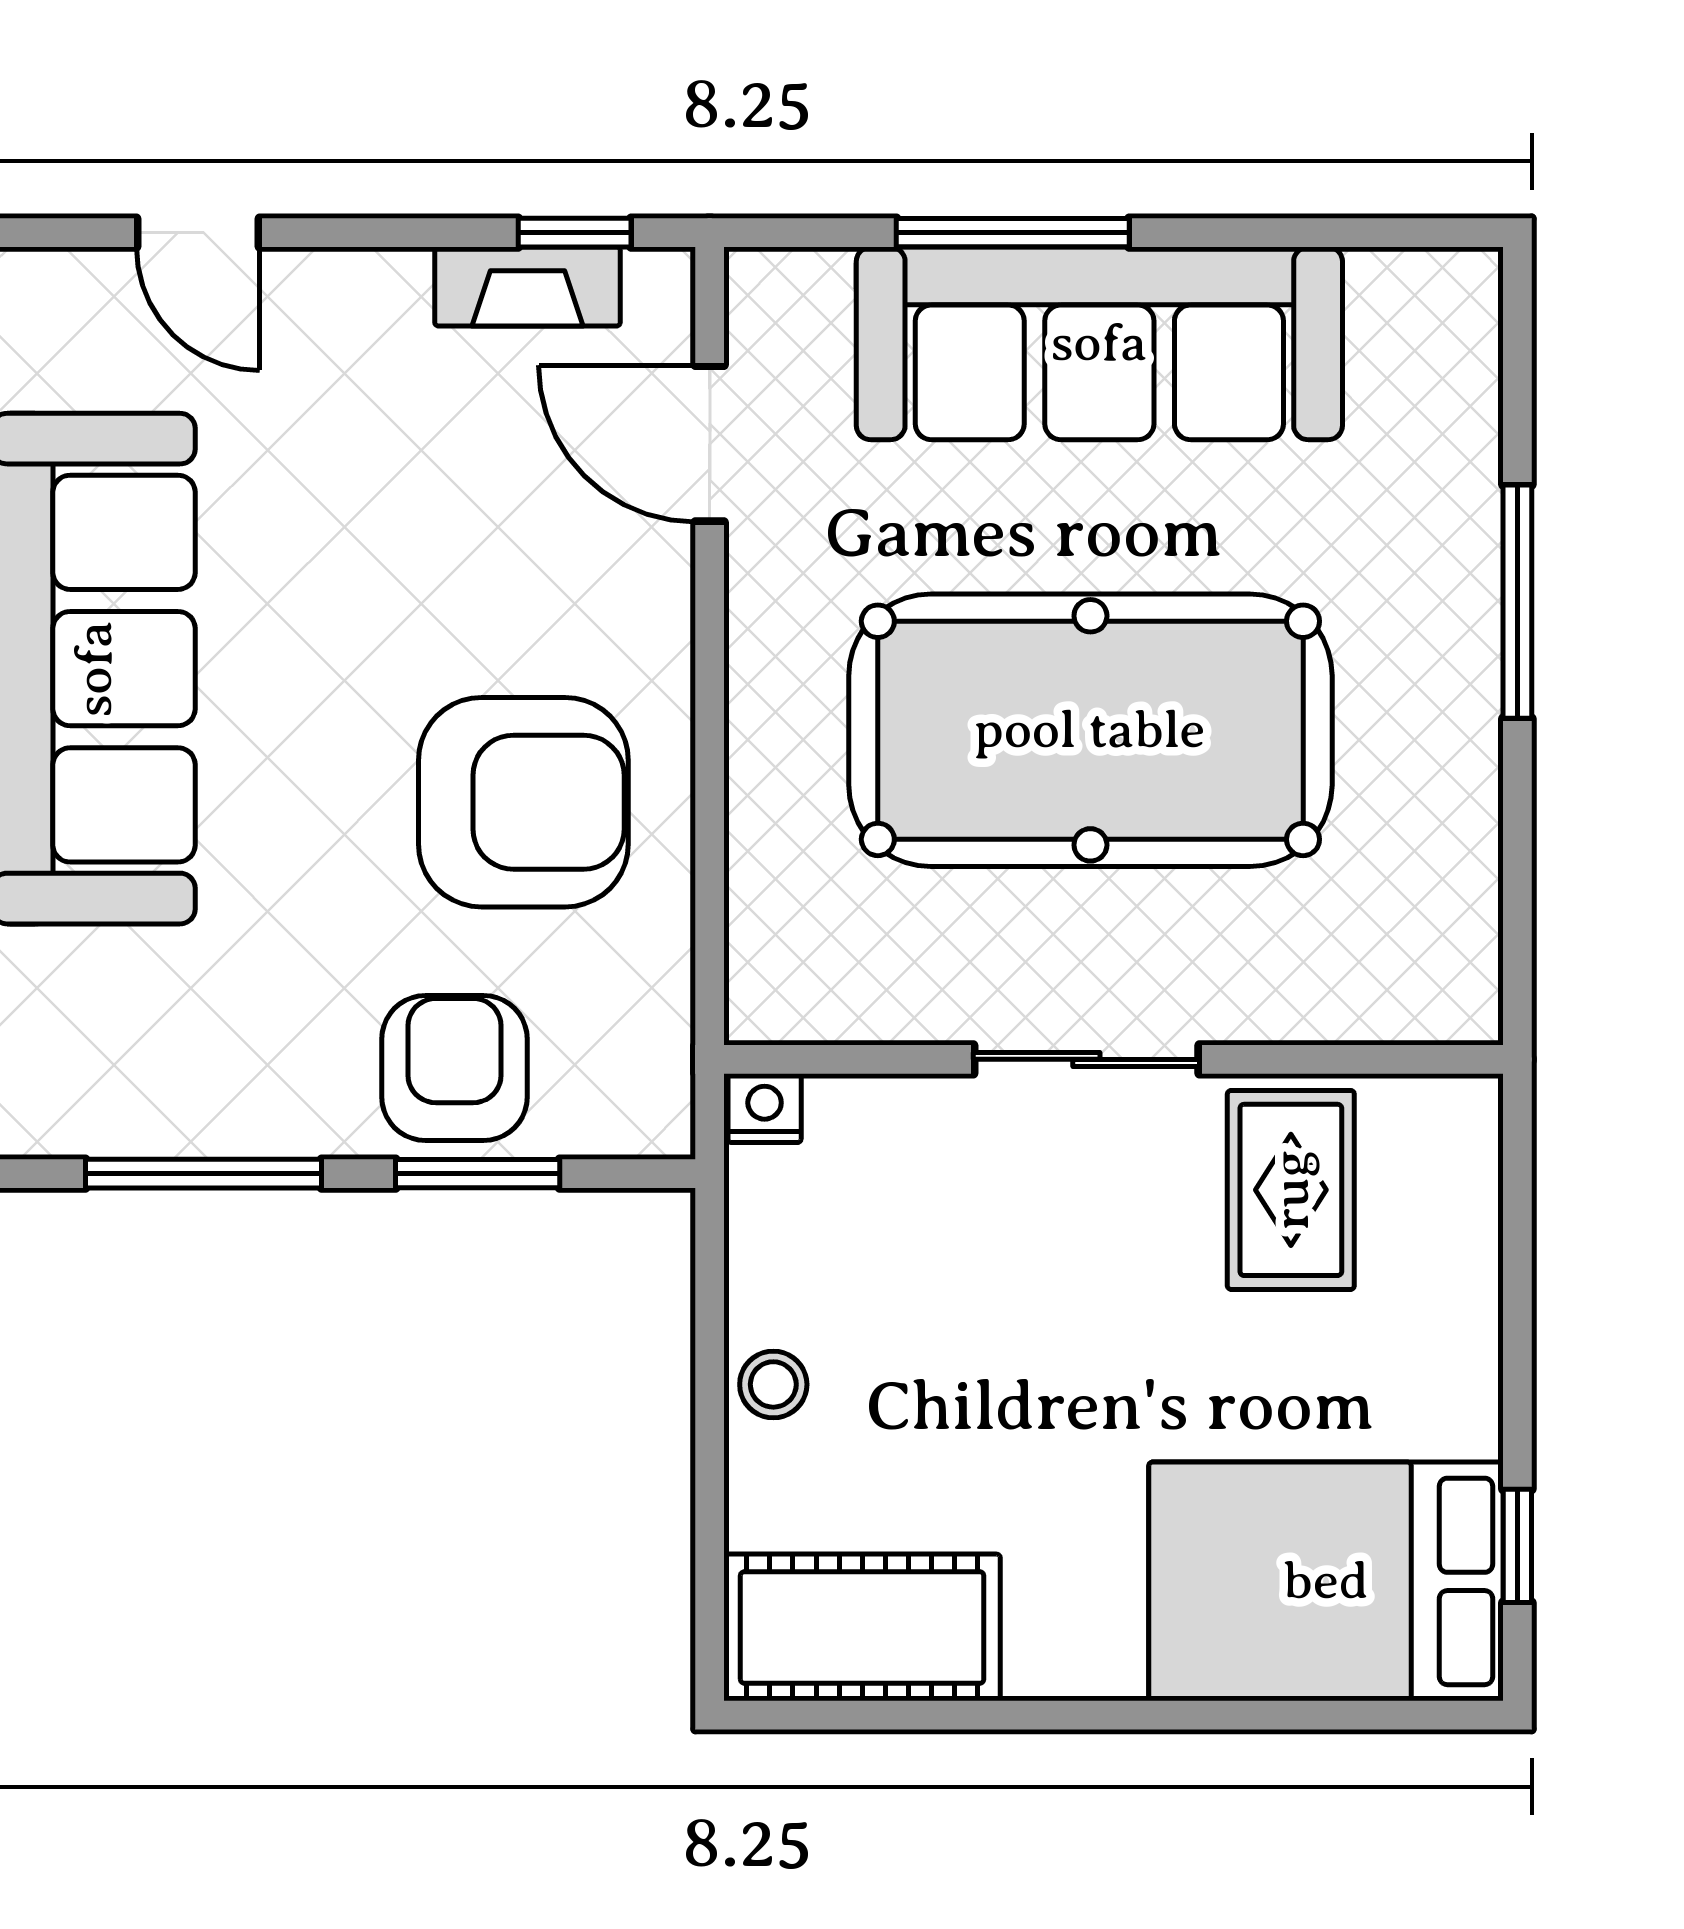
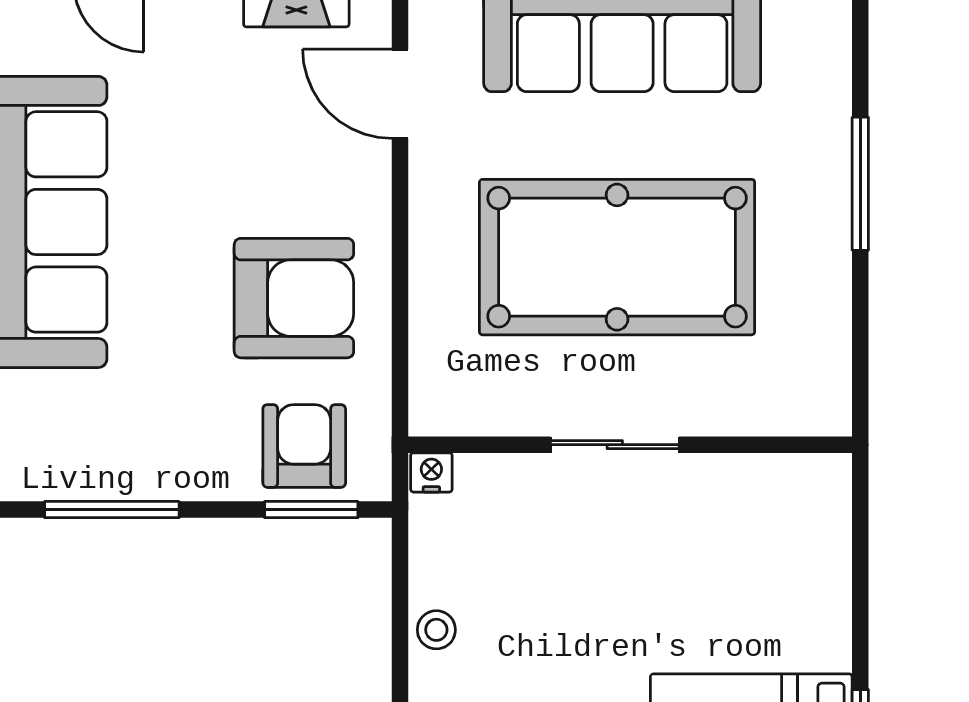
armchair: (455, 1068) -> (304, 446), moved
window: (478, 1174) -> (311, 510), moved
rug: (1291, 1190) -> (731, 519), removed

